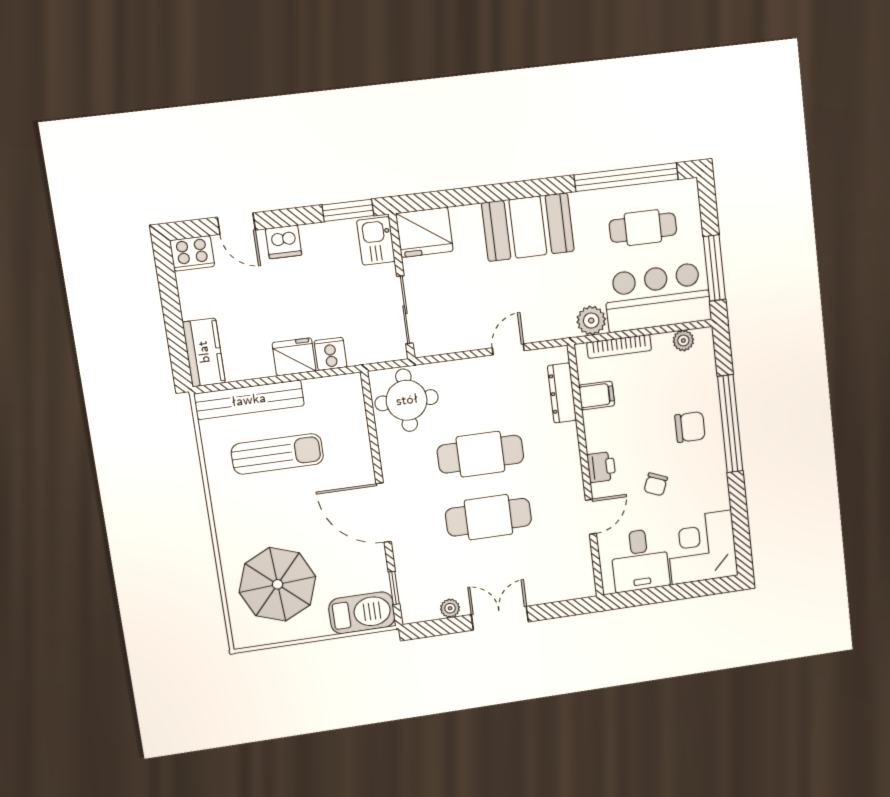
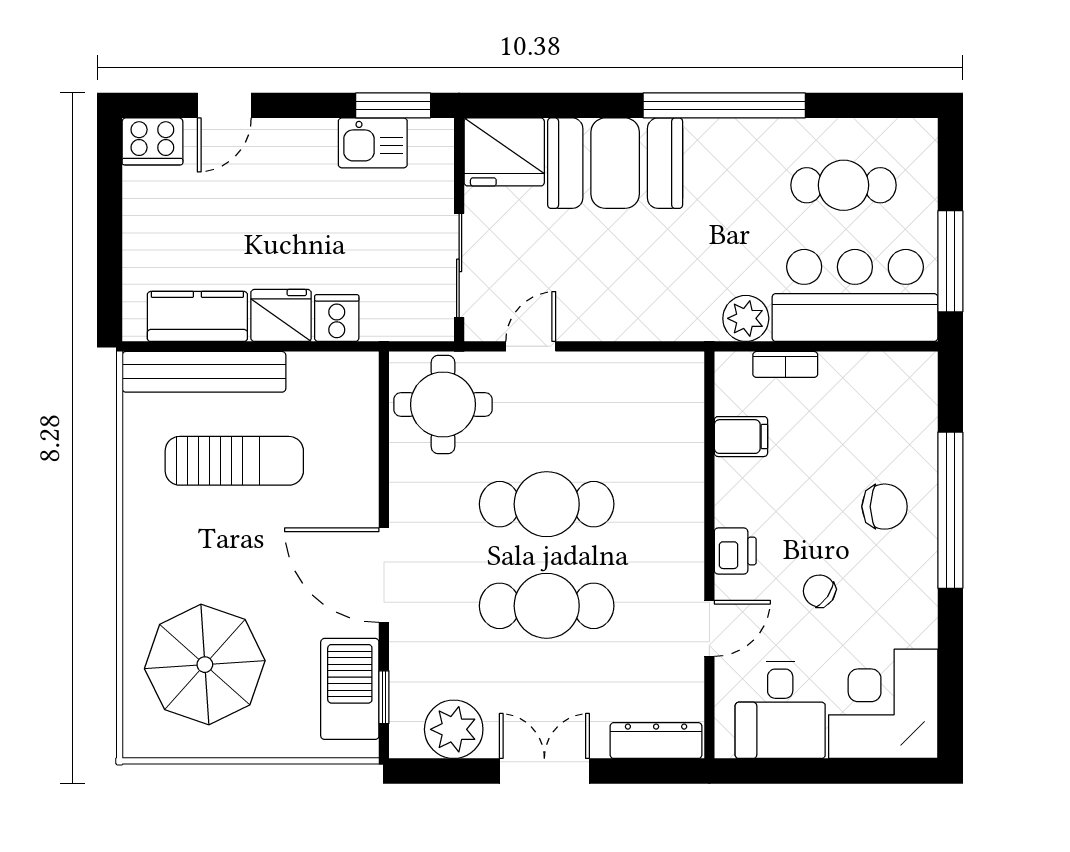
window: (626, 177) -> (724, 105), moved
door: (236, 224) -> (224, 105), hinge flipped
booth: (528, 227) -> (615, 163), moved
kitchen sink: (376, 241) -> (373, 143), moved, turned -90
dishwasher: (284, 242) -> (290, 141), removed
plant: (683, 340) -> (889, 368), removed
bookcase: (619, 346) -> (785, 364), width x0.64
door: (508, 349) -> (531, 346), moved
kitchen counter: (204, 352) -> (197, 316), moved, turned -90
dresser: (562, 393) -> (656, 741), moved, turned 90
chair: (656, 484) -> (819, 591), turned 103
plant: (450, 608) -> (454, 729), width x1.87, depth x1.87
barbecue: (362, 613) -> (350, 689), moved, turned -90

